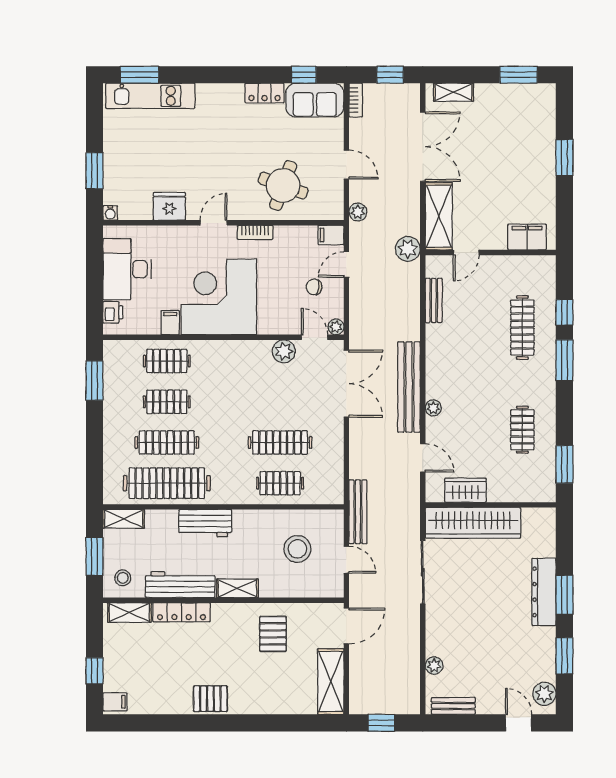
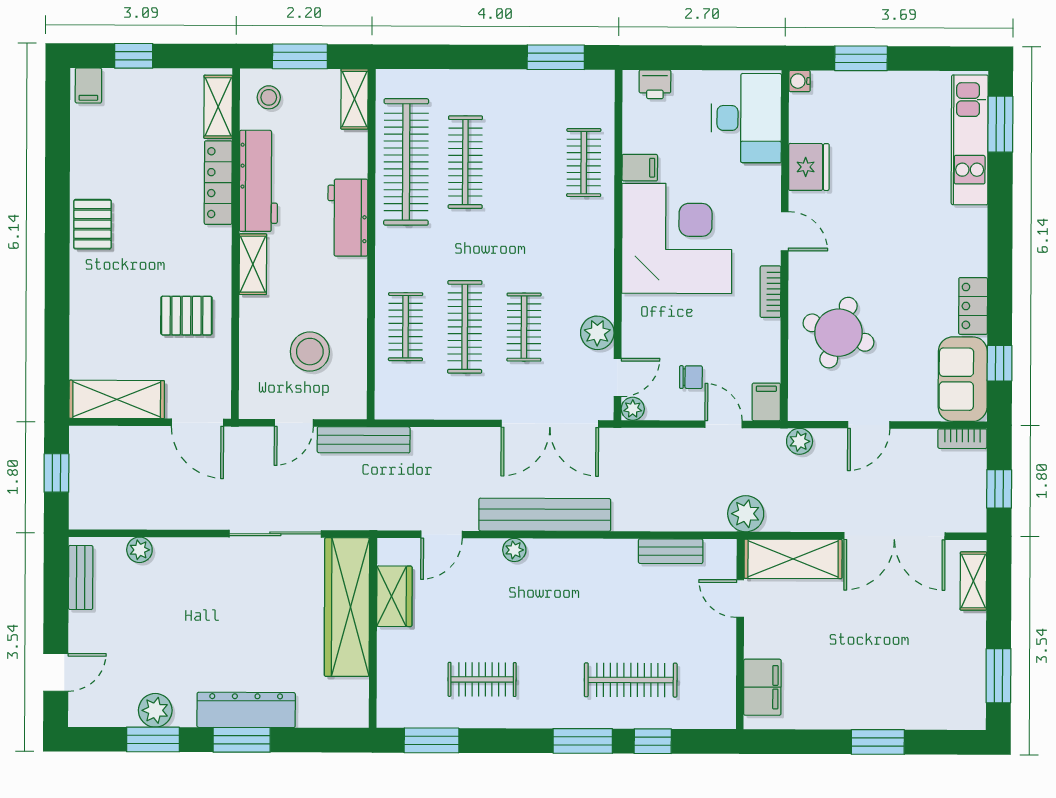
desk: (127, 269) -> (746, 118), moved, turned 90
chair: (314, 287) -> (691, 377), turned 82
clothes rail: (167, 402) -> (524, 327), moved
plant: (544, 694) -> (155, 710), moved

